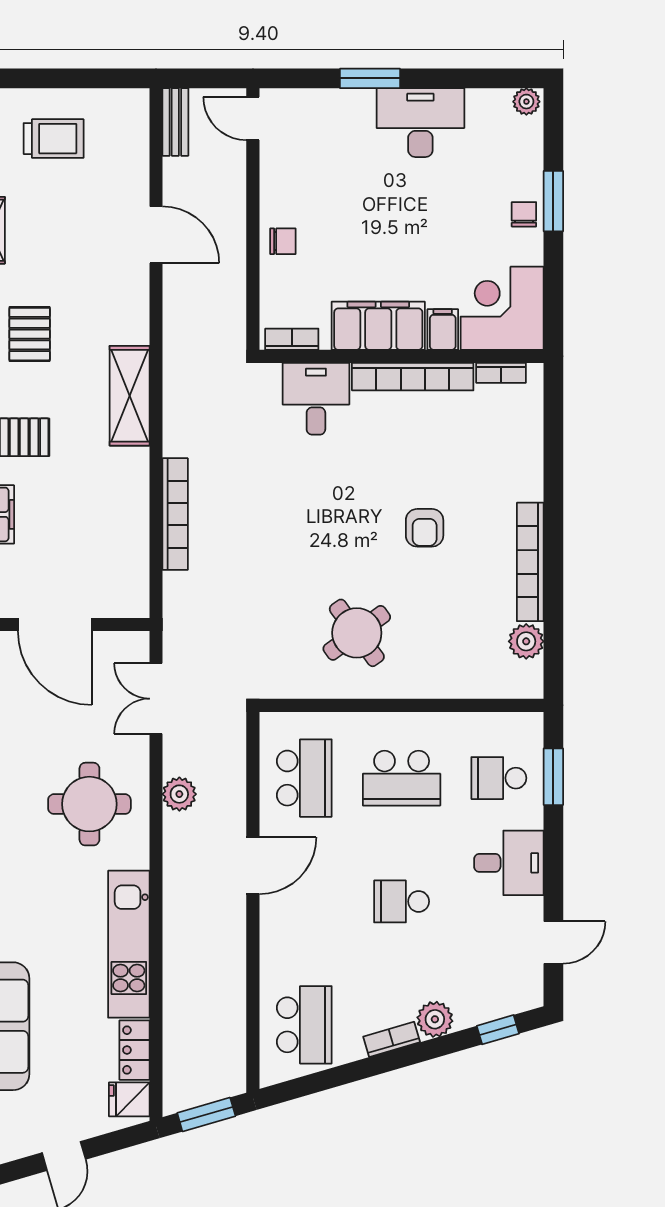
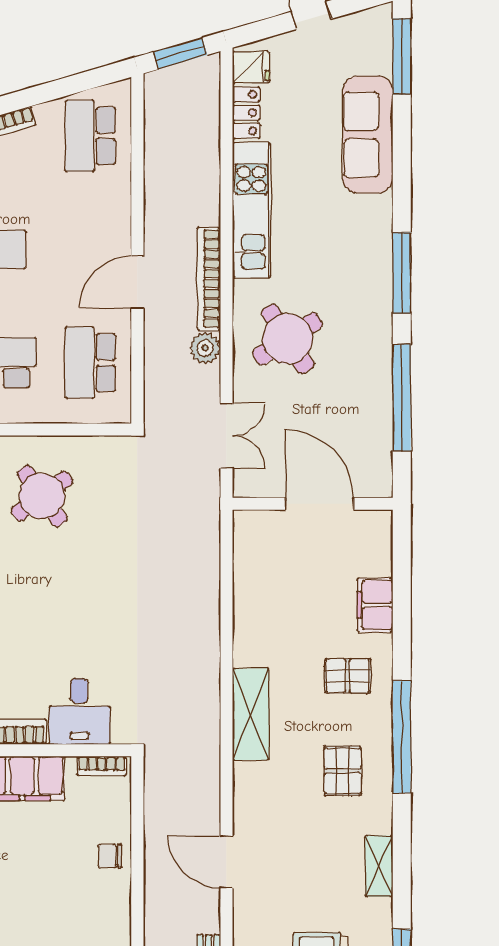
bookcase: (175, 514) -> (209, 279), moved
round table: (89, 804) -> (288, 339), turned -33

